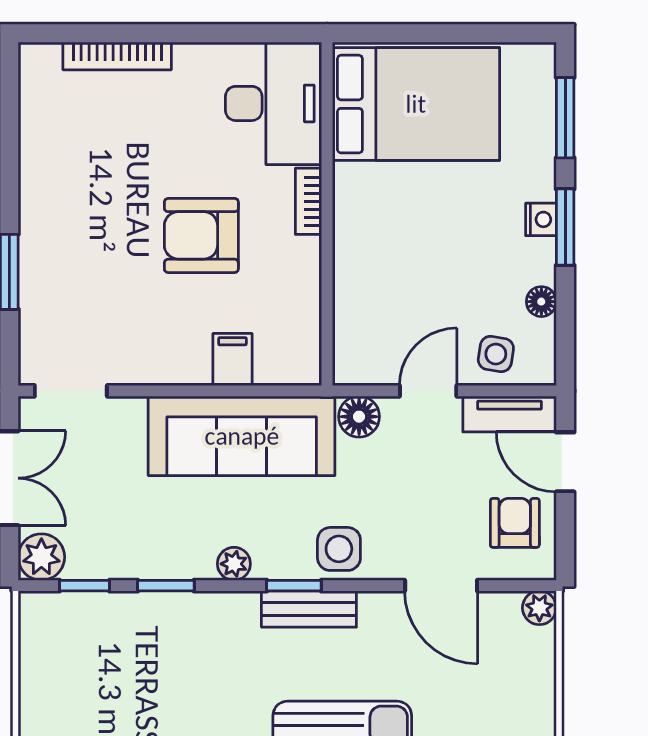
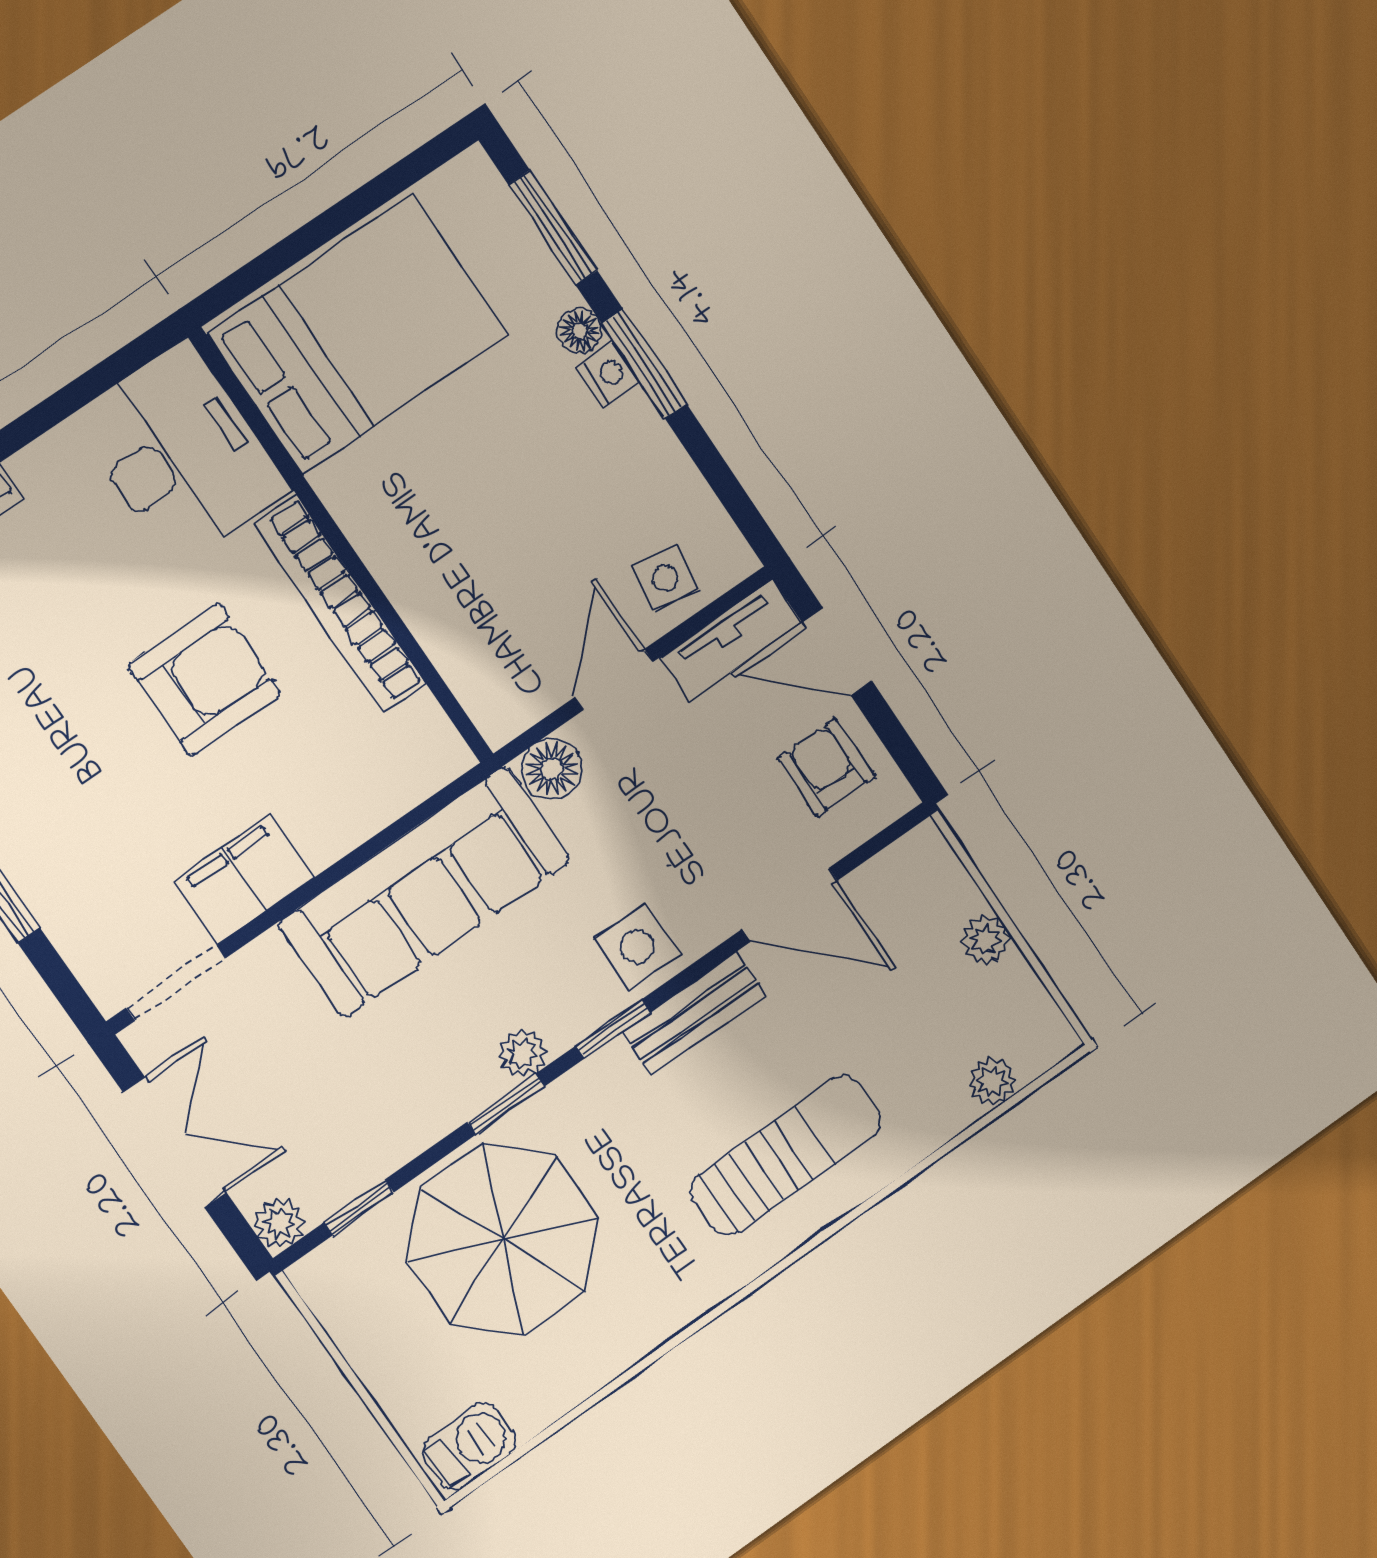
bookcase: (309, 201) -> (340, 604), width x2.31, depth x1.31
armchair: (201, 235) -> (205, 680), turned 180
floor lamp: (541, 302) -> (580, 331), moved
filing cabinet: (232, 359) -> (244, 879), moved, width x2.00
plant: (41, 557) -> (279, 1223), width x0.73, depth x0.73
window: (166, 586) -> (506, 1104), moved
plant: (539, 608) -> (986, 940), moved
bench: (309, 609) -> (694, 1013), moved
parasol: (152, 660) -> (503, 1240), added

